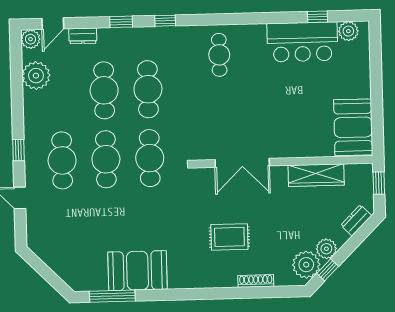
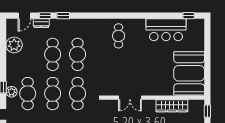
window: (318, 17) -> (189, 16), moved
window: (165, 21) -> (45, 16), moved
plant: (348, 31) -> (192, 24), removed
plant: (31, 39) -> (12, 92), moved
booth: (353, 127) -> (189, 73), width x1.36, depth x1.42
double door: (242, 163) -> (130, 98), width x0.73

